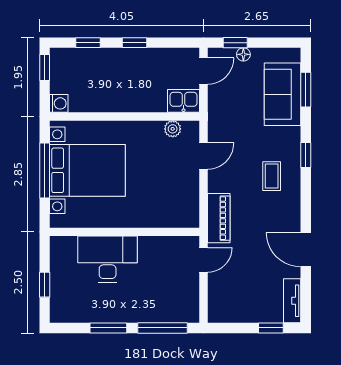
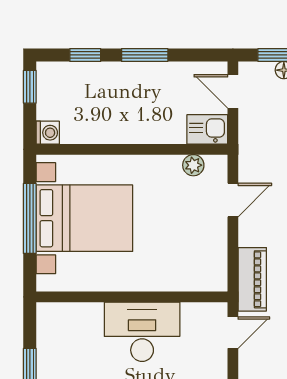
window: (135, 43) -> (145, 55), width x1.50
door: (204, 71) -> (233, 91), swing flipped
desk: (108, 259) -> (142, 332), moved

